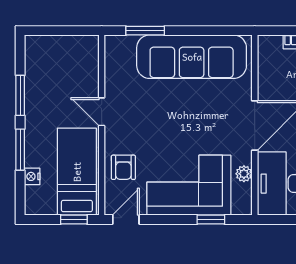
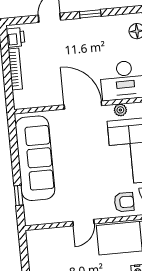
window: (145, 31) -> (19, 195), width x0.67

